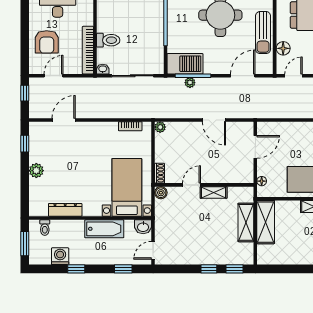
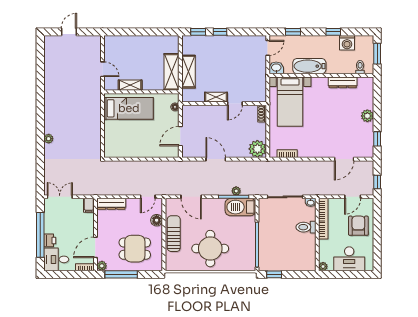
door: (243, 76) -> (191, 197), hinge flipped
plant: (160, 127) -> (257, 149), width x1.88, depth x1.88
boiler: (161, 193) -> (261, 97), removed

